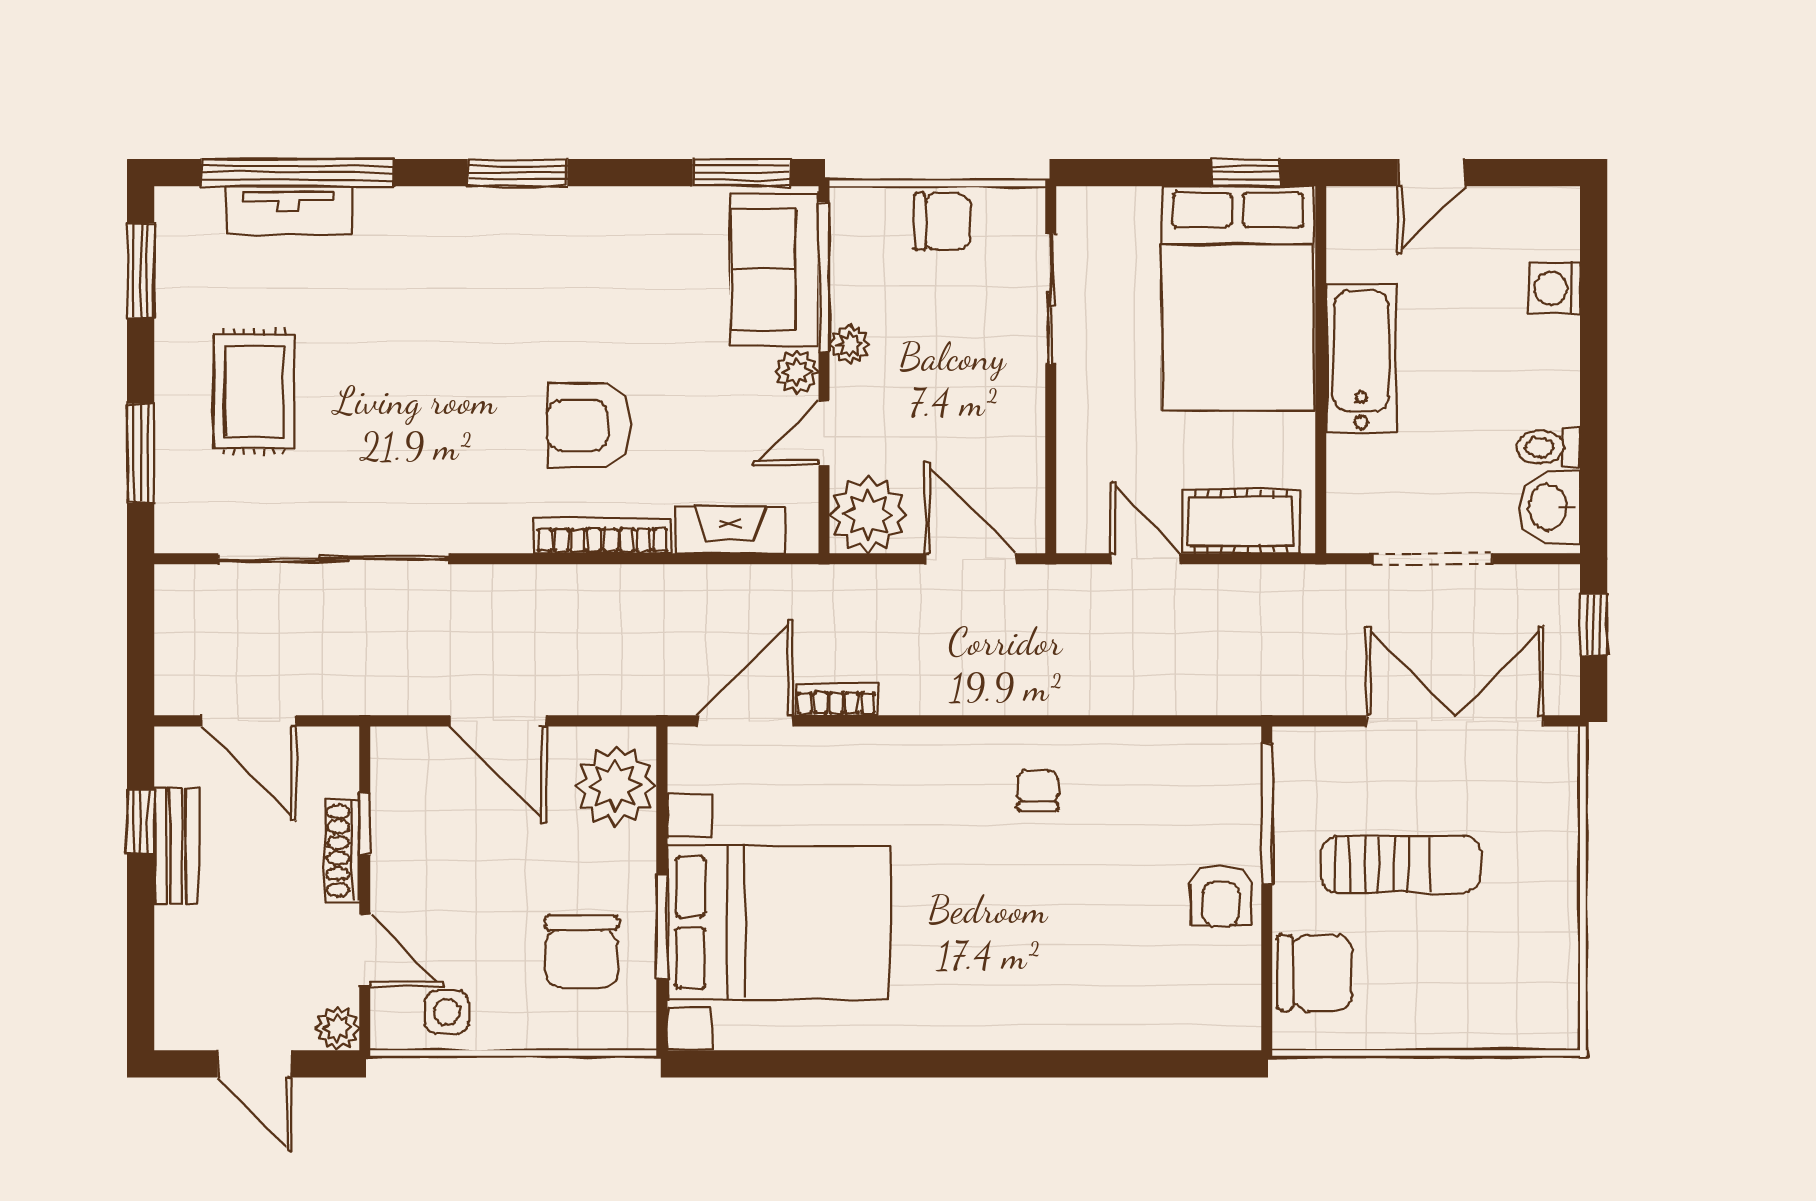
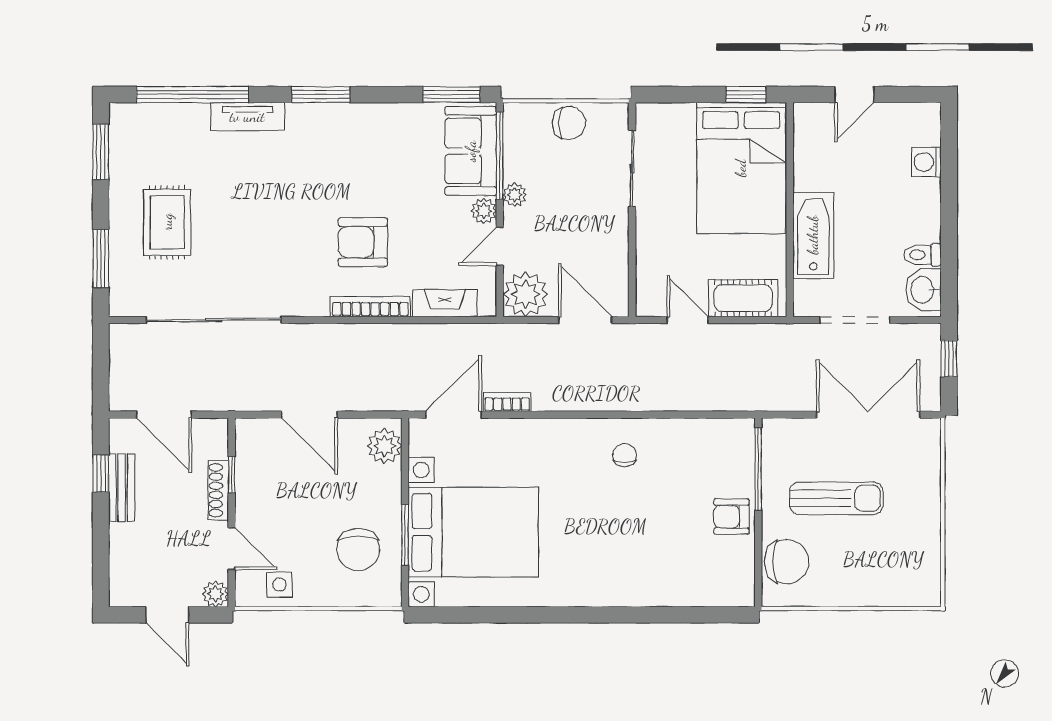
tv unit: (288, 210) -> (247, 117), moved
bathtub: (1361, 359) -> (813, 235), moved
plant: (616, 786) -> (384, 446), width x0.73, depth x0.73
armchair: (1221, 896) -> (731, 517), turned 90

